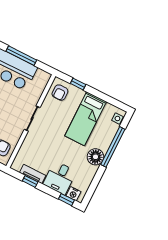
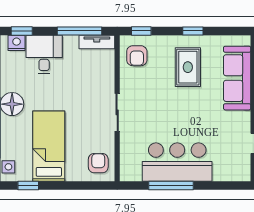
window: (78, 84) -> (28, 186), moved
tv unit: (33, 174) -> (97, 42), moved
window: (30, 181) -> (80, 31), width x2.17

